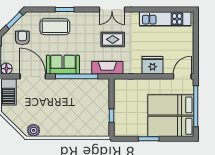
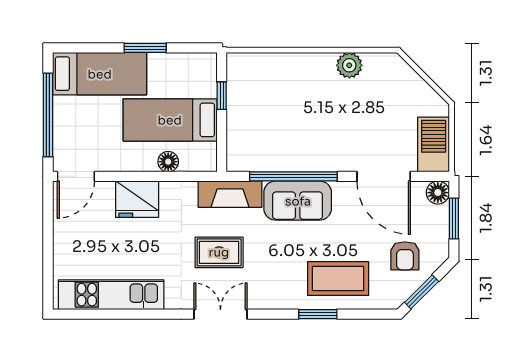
sofa: (63, 65) -> (298, 201), moved
floor lamp: (137, 84) -> (168, 162), added
bed: (171, 105) -> (170, 120), moved, turned 180
plant: (34, 130) -> (349, 65), moved

